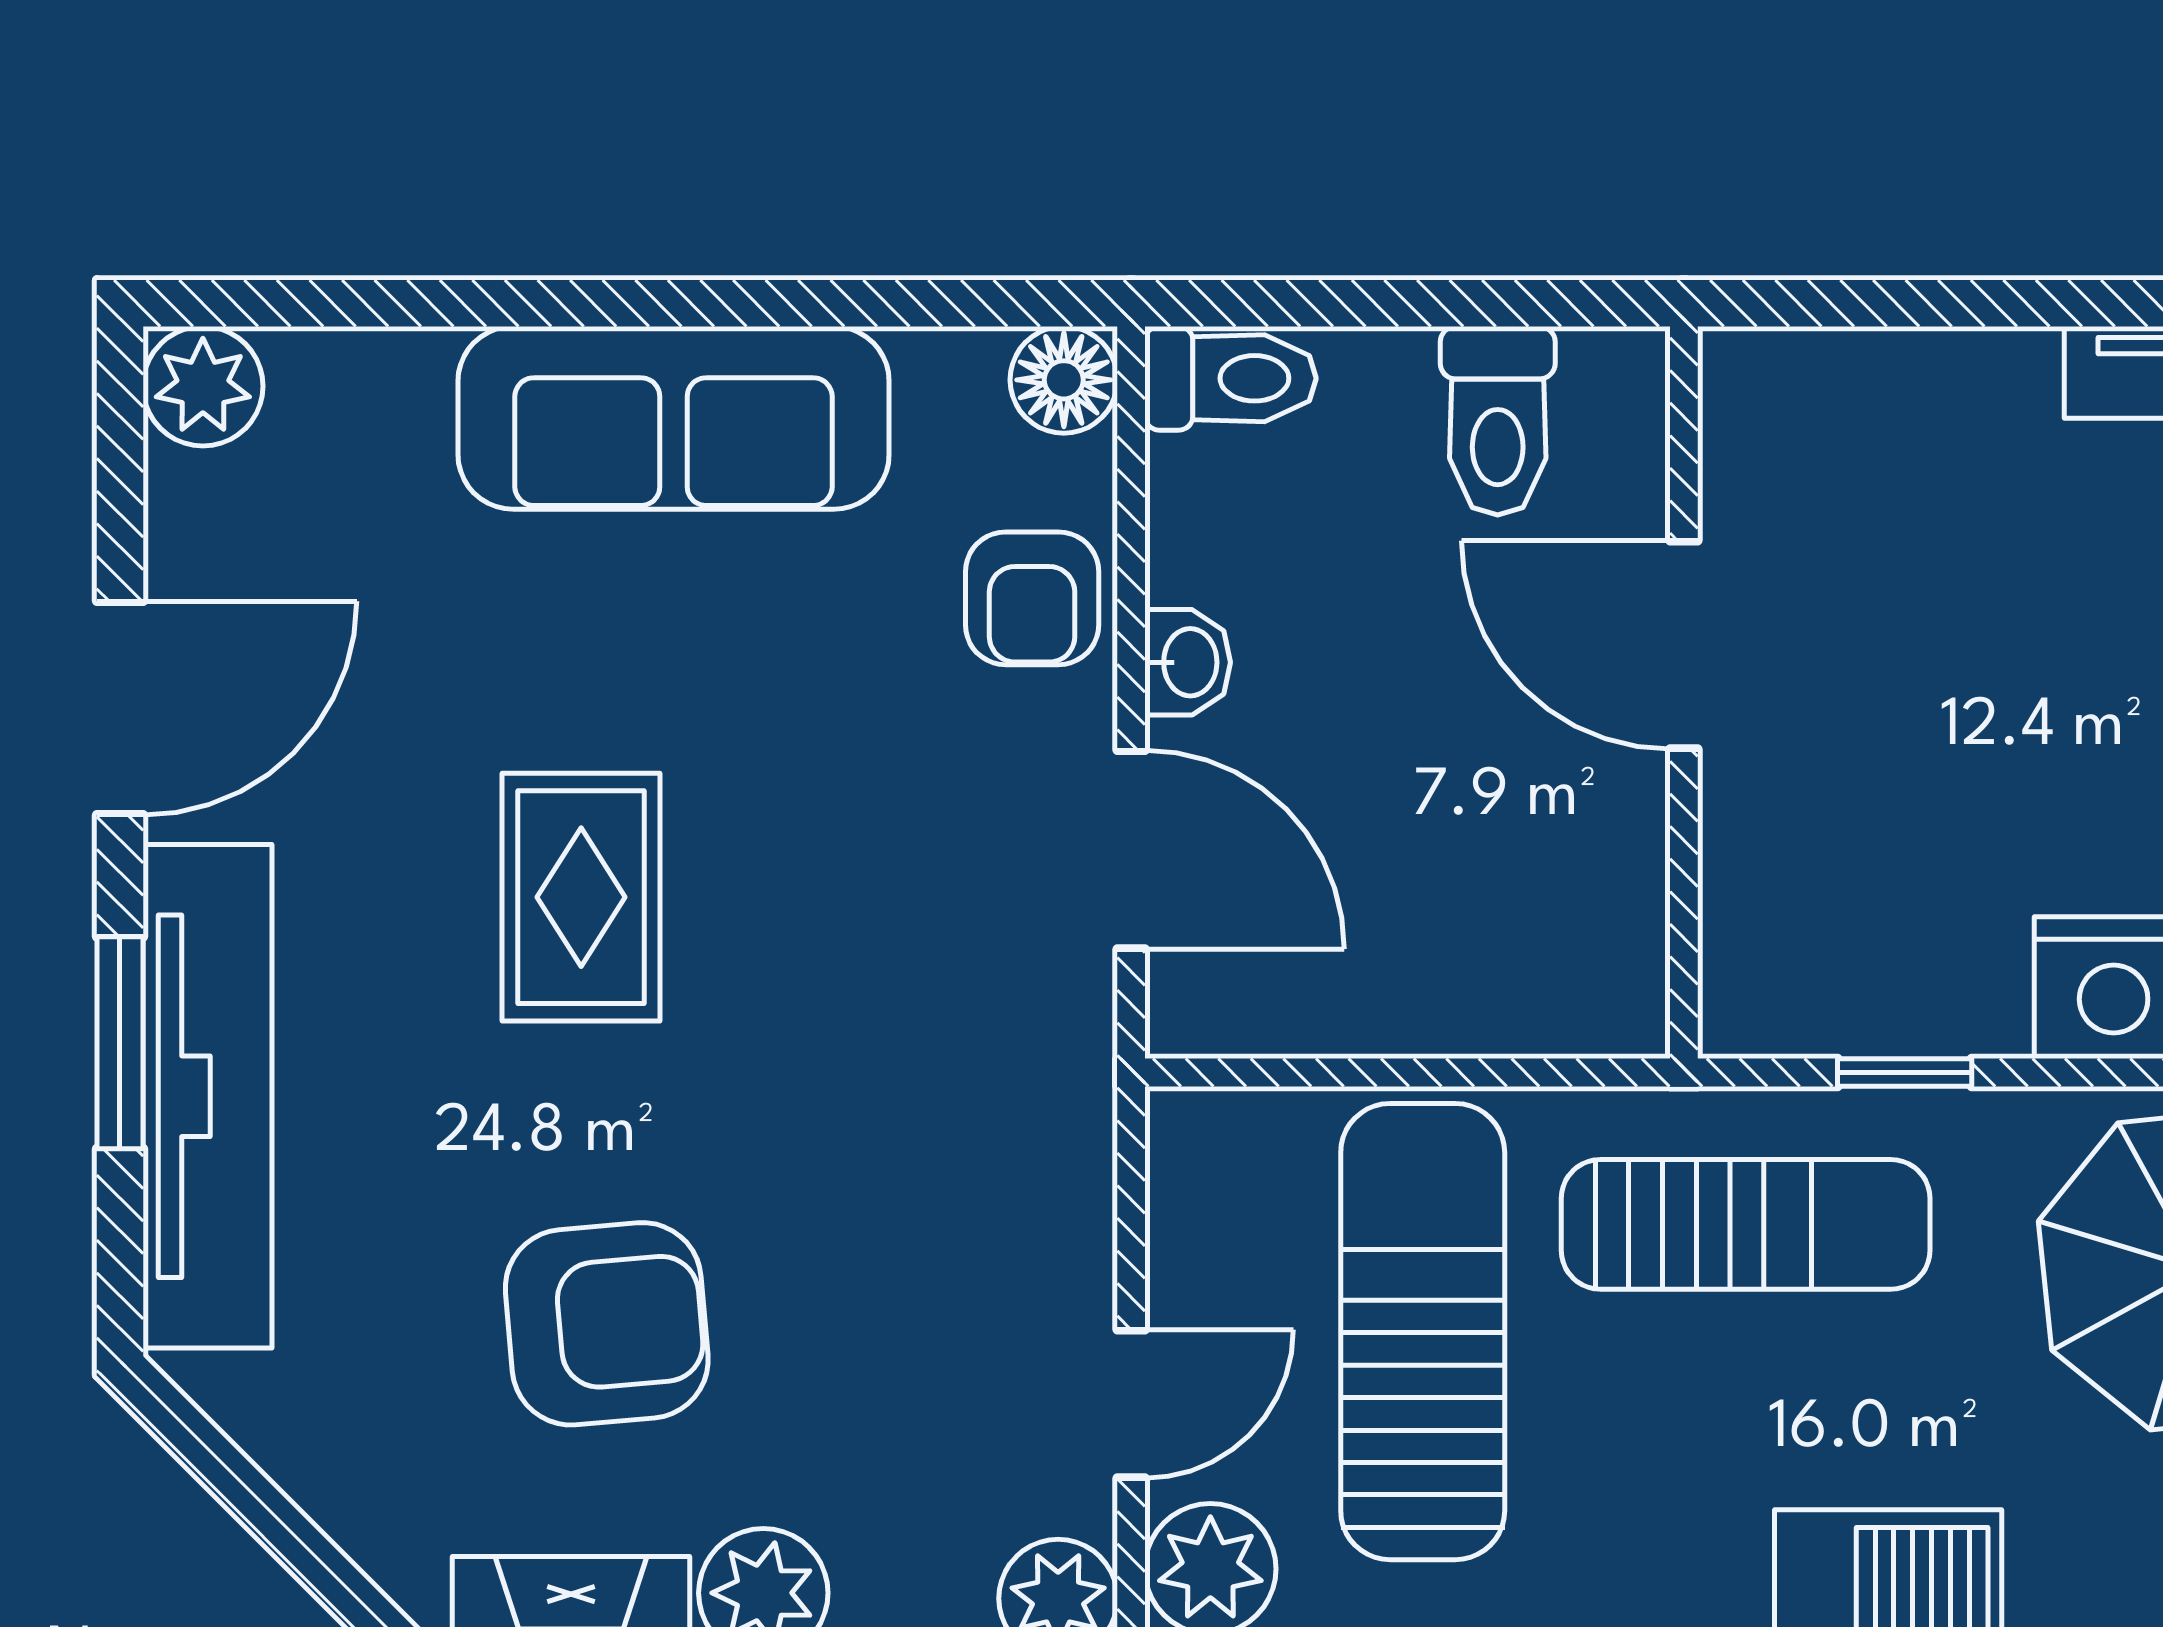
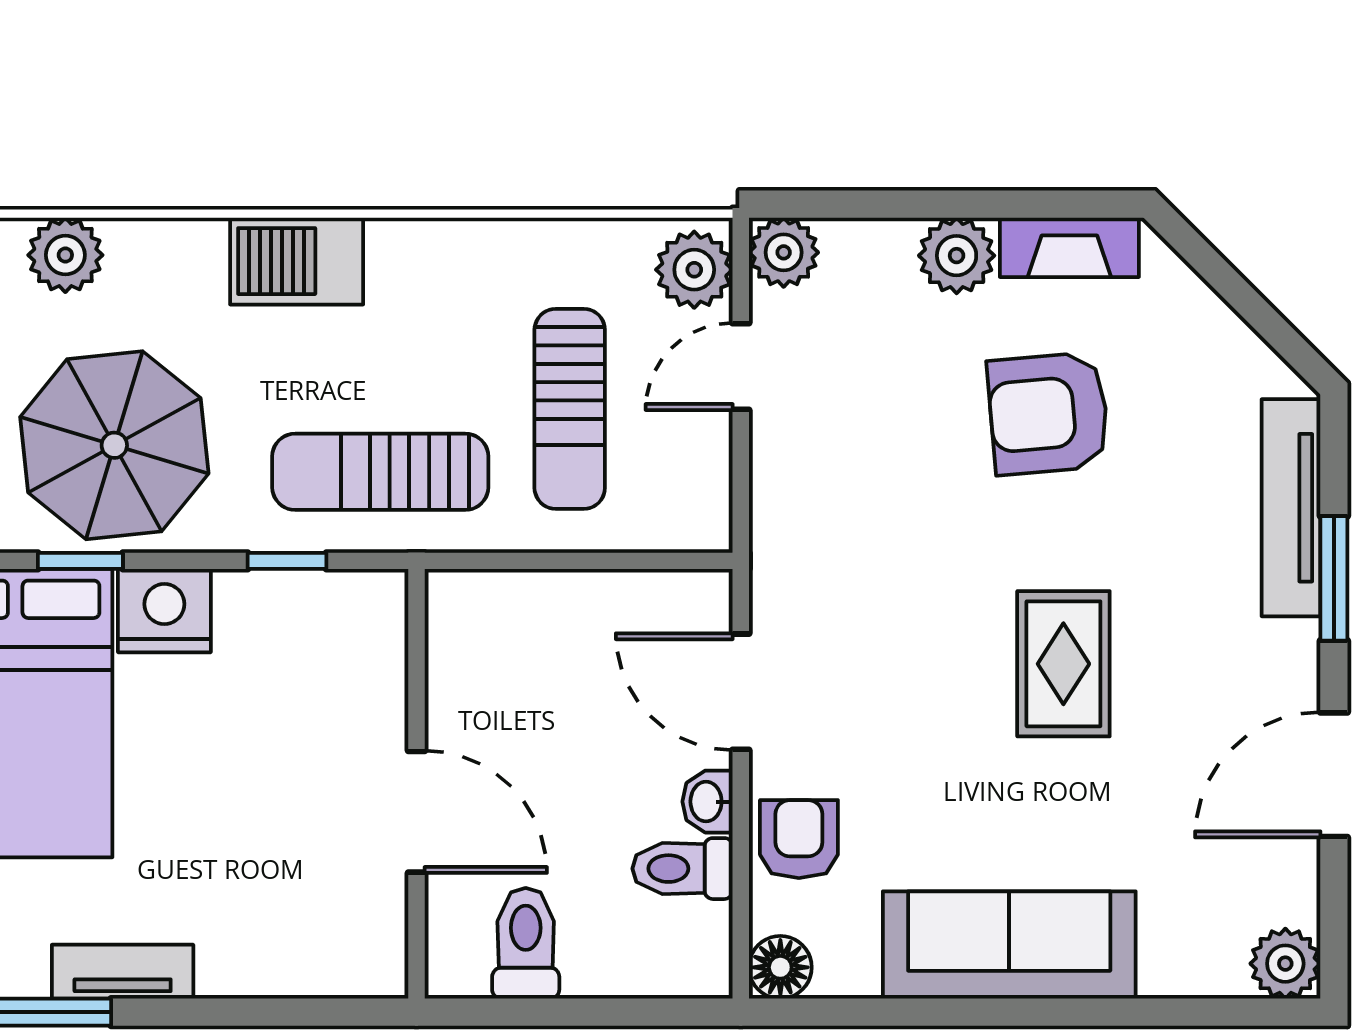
toilet: (1231, 378) -> (682, 869), moved
tv unit: (207, 1096) -> (1291, 508), width x0.73, depth x0.78
sun lounger: (1423, 1332) -> (570, 409), width x0.73, depth x0.75

